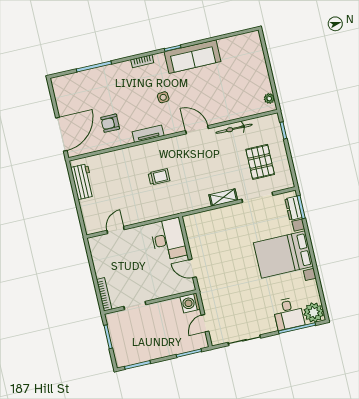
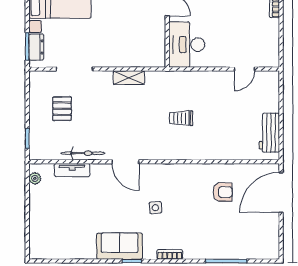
sofa: (192, 57) -> (120, 246), width x0.73
tv unit: (148, 134) -> (72, 170), moved
pallet: (260, 162) -> (62, 109), width x0.67, depth x0.71
shelving: (223, 198) -> (129, 78), moved

